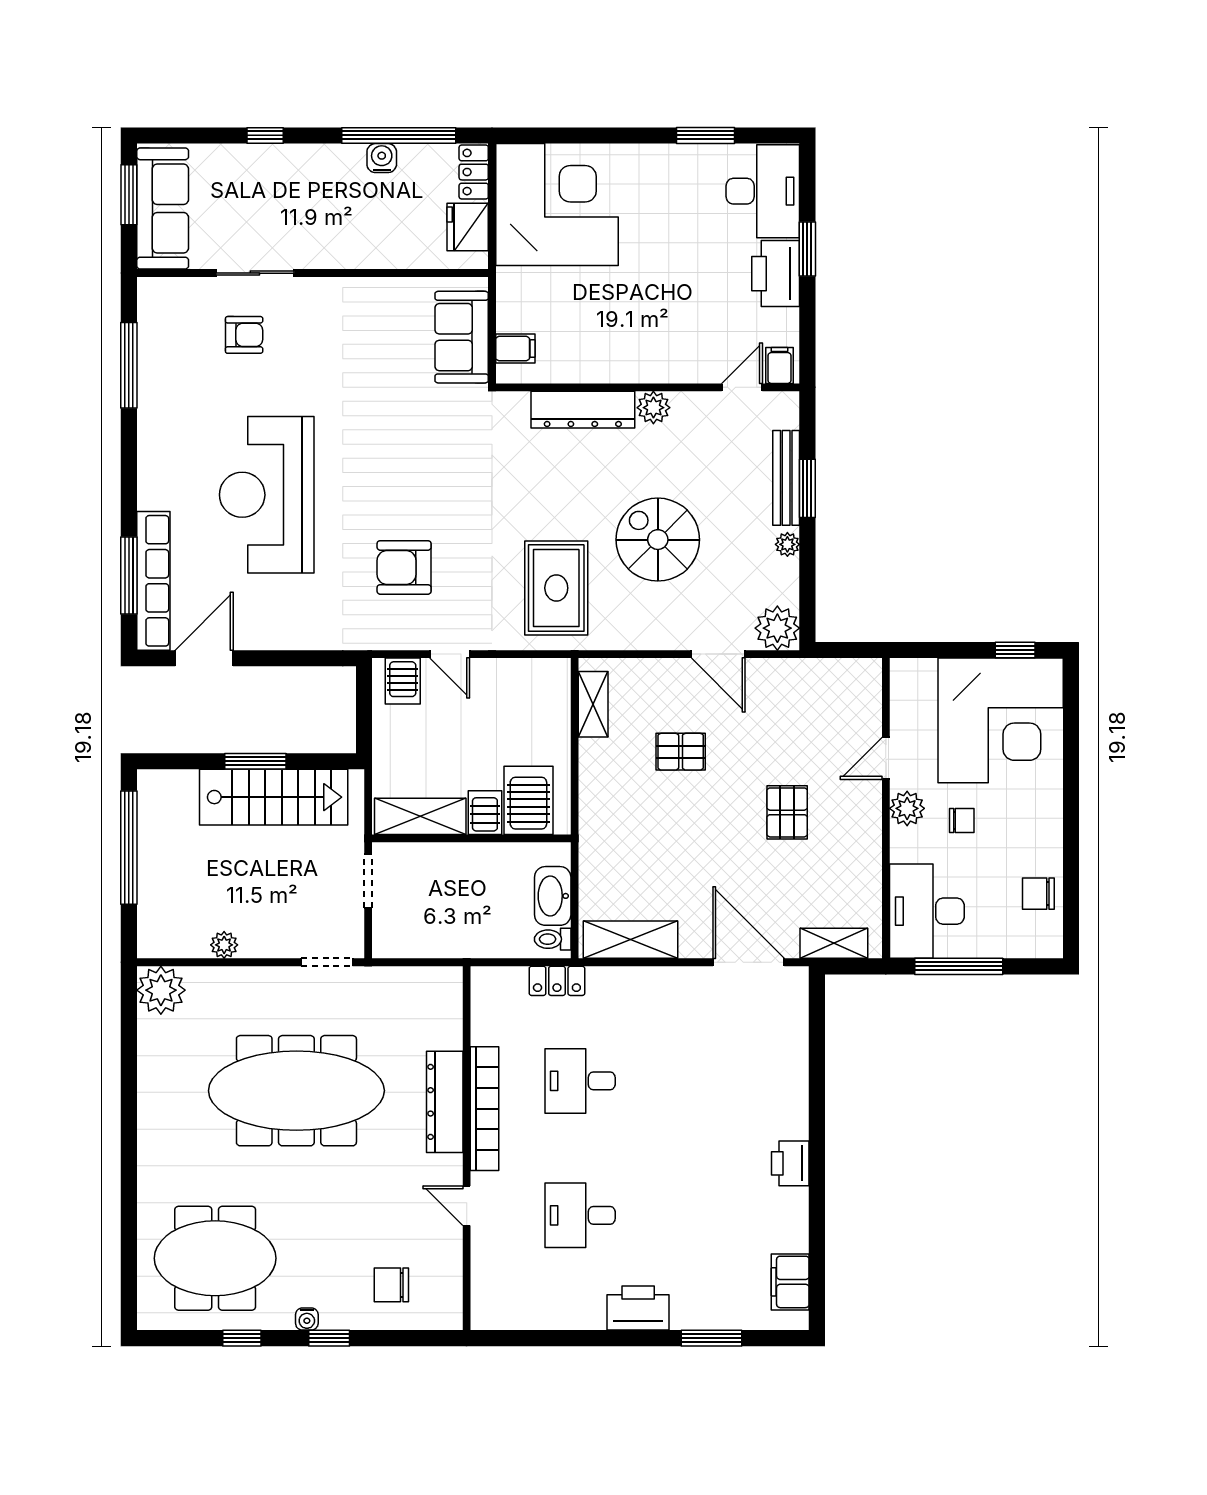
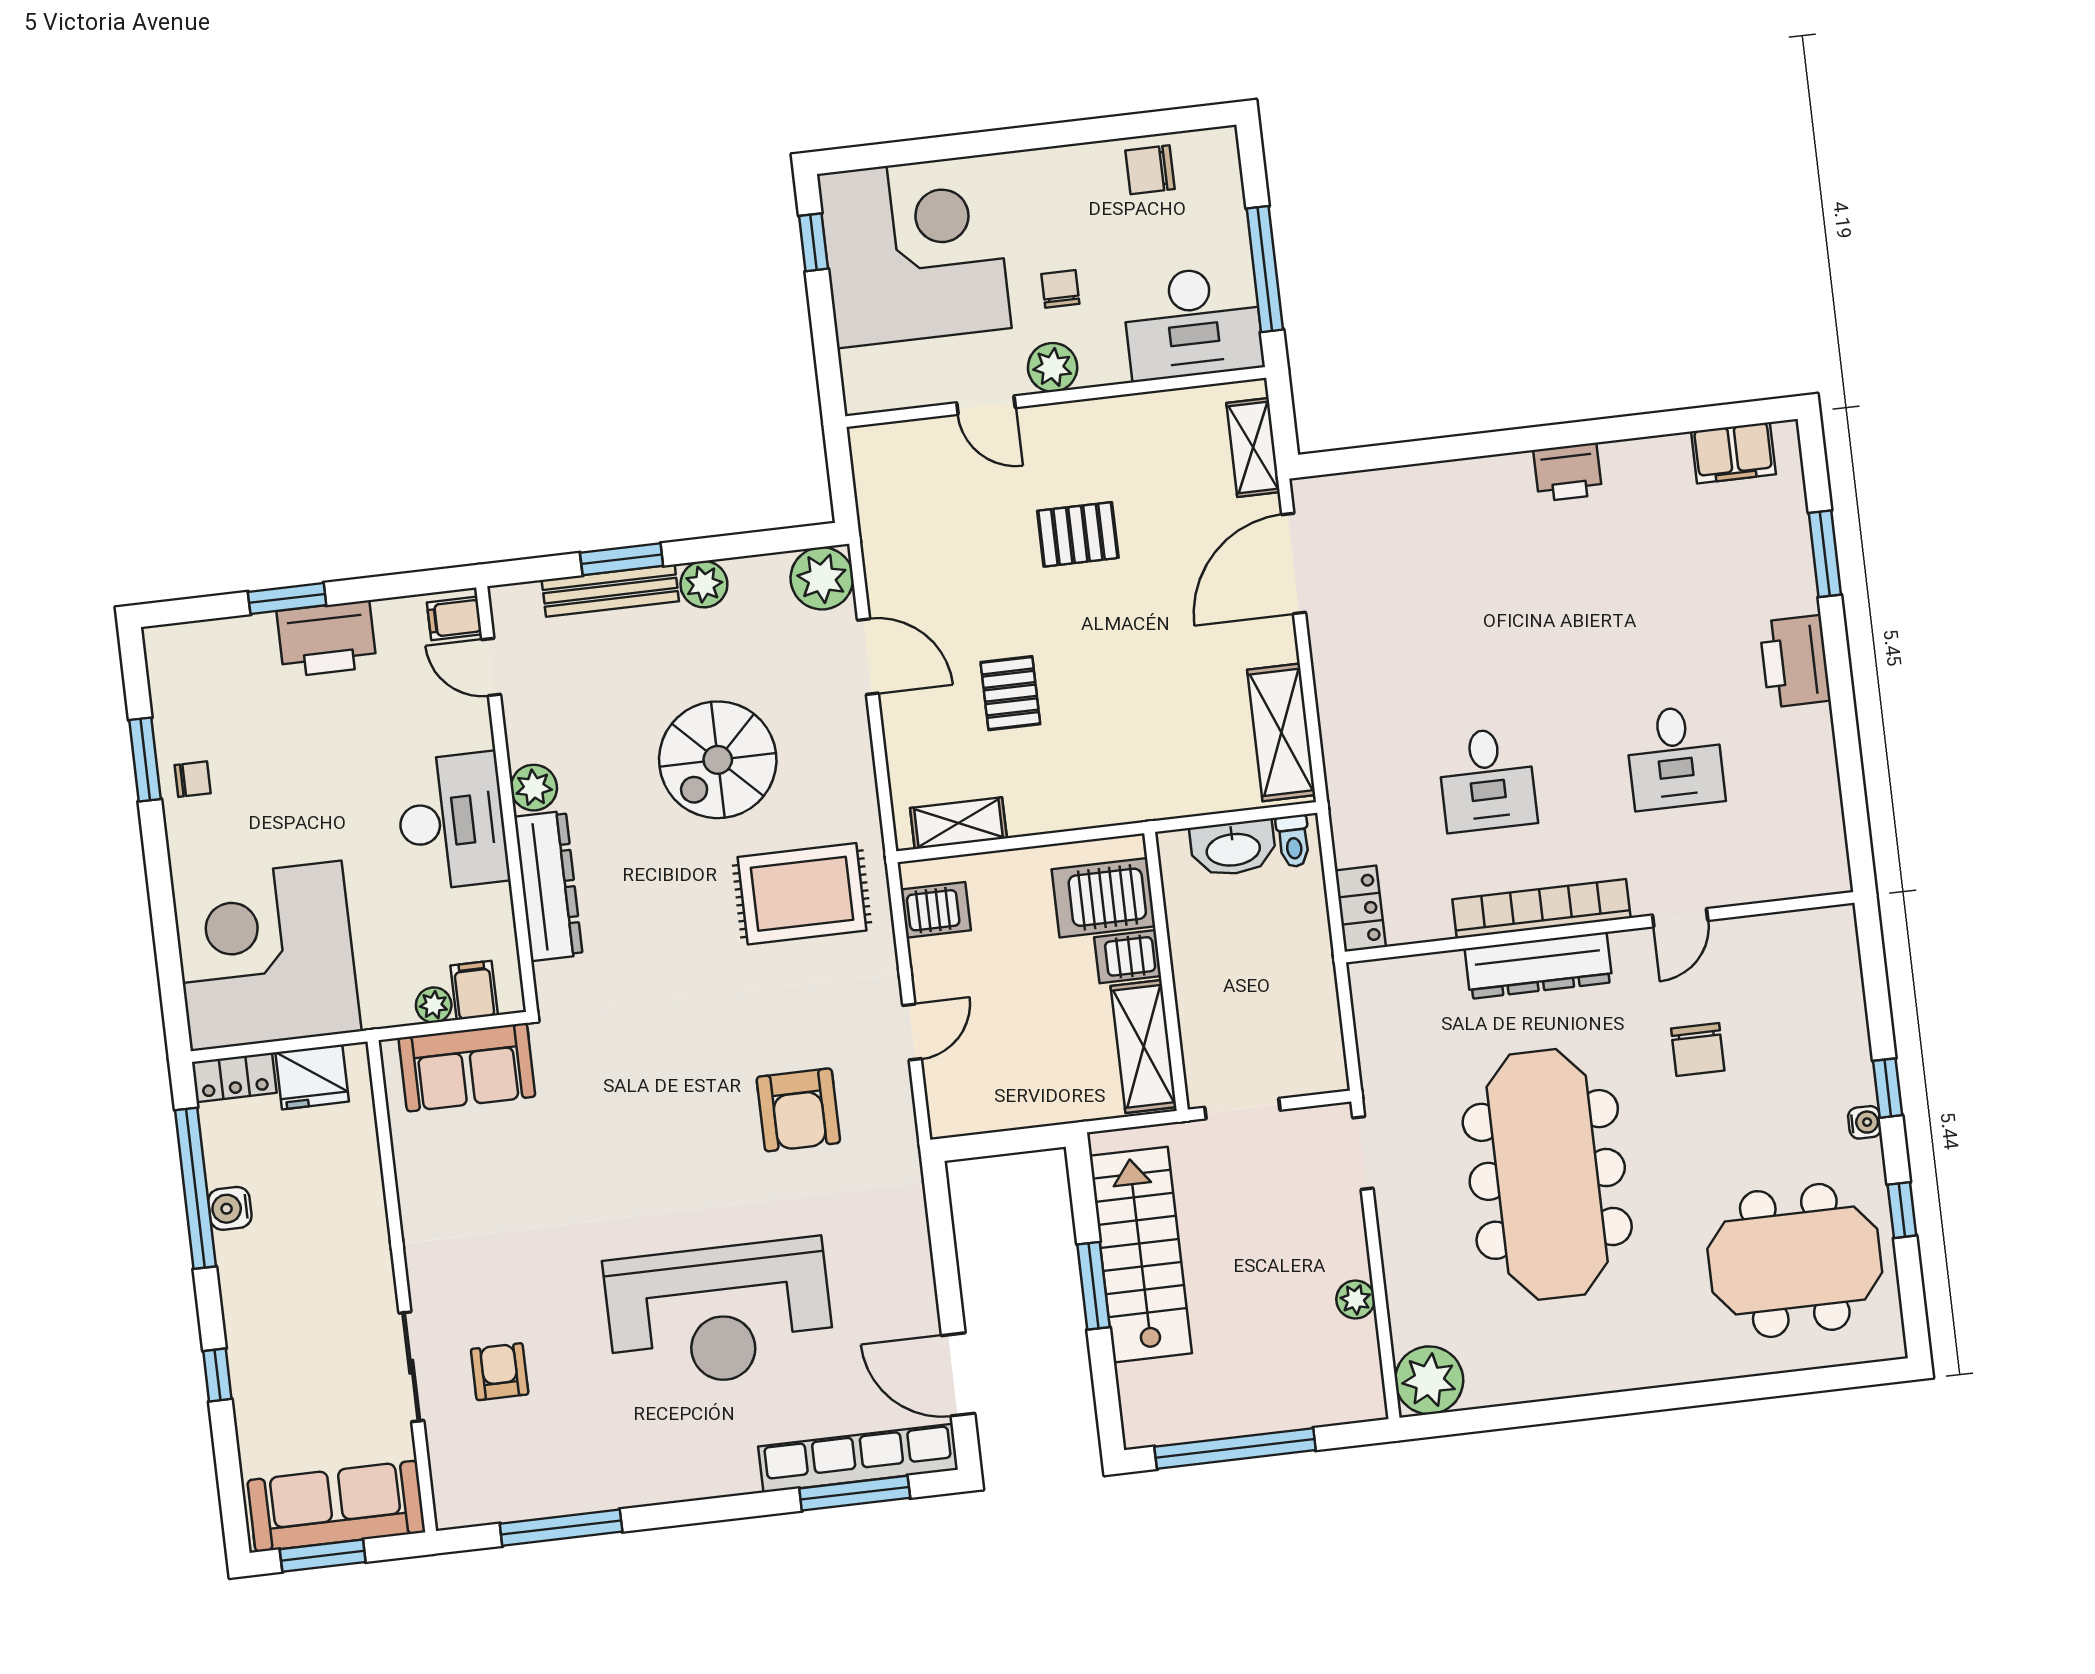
chair: (688, 167) -> (193, 779), added
desk: (763, 191) -> (452, 821), moved, turned 90
plant: (508, 319) -> (434, 1005), added
plant: (787, 544) -> (704, 584), width x1.38, depth x1.38
door: (718, 654) -> (868, 657), hinge flipped
server rack: (403, 681) -> (936, 910), moved
chair: (1038, 894) -> (1150, 170), turned 90
locker: (557, 981) -> (1360, 909), moved
meeting table: (215, 1258) -> (1795, 1260), turned 90
chair: (391, 1285) -> (1698, 1049), moved

